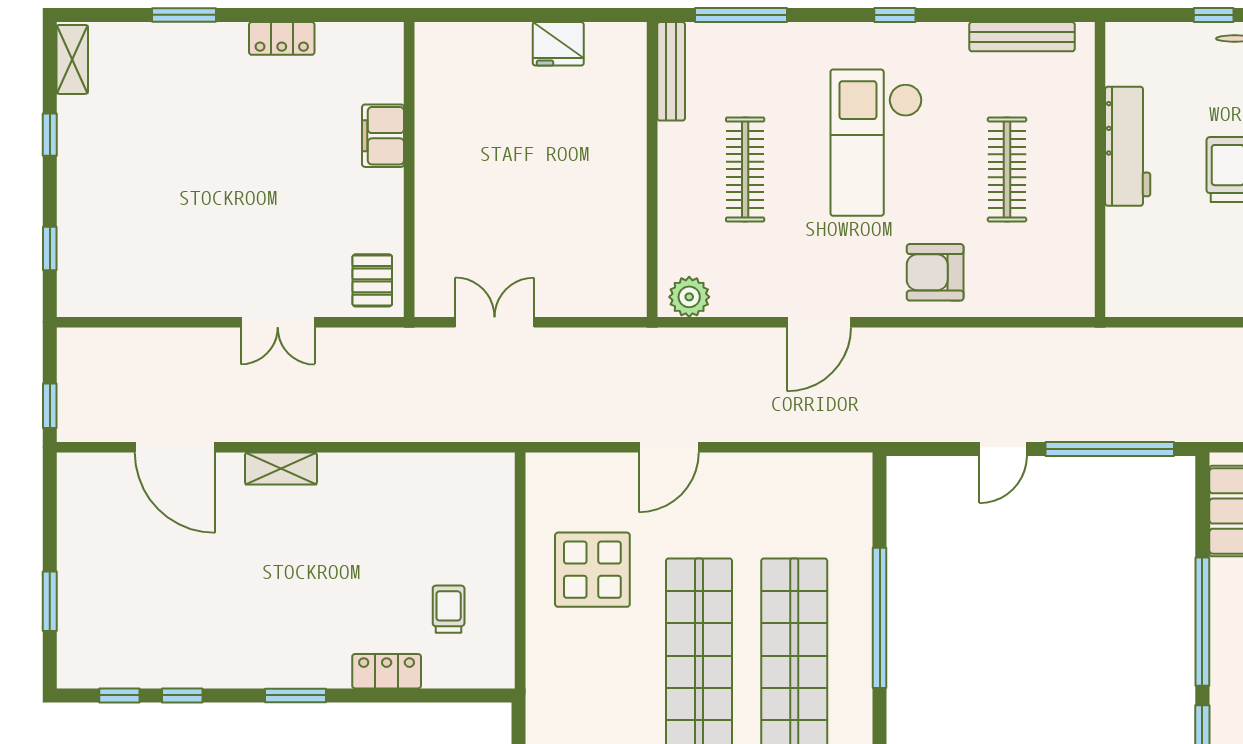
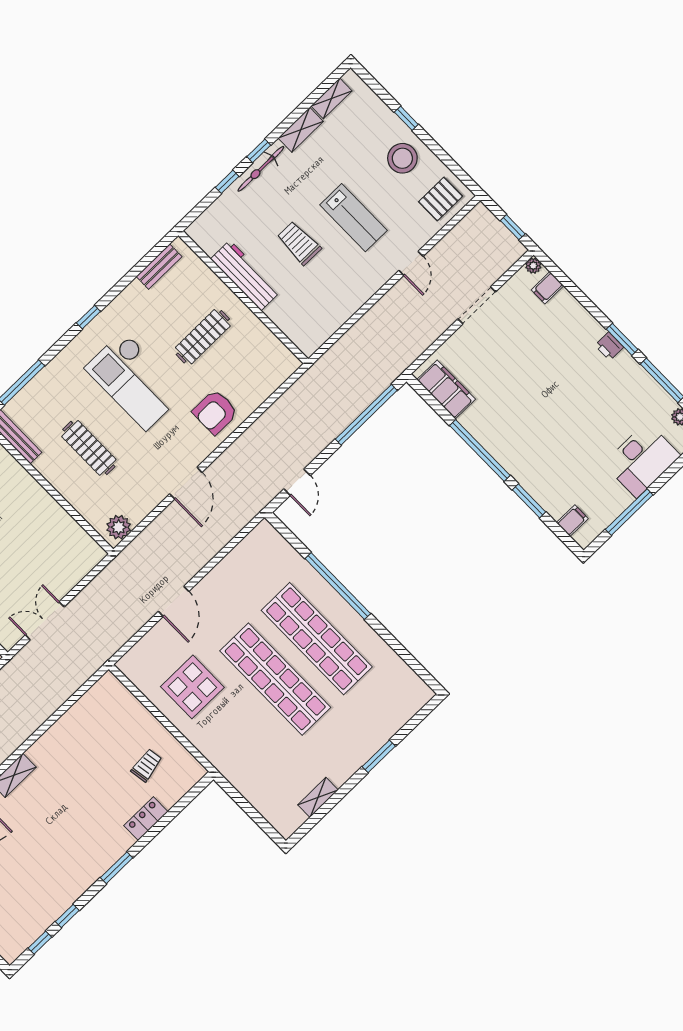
bench: (1022, 37) -> (159, 267), width x0.73
clothes rail: (1007, 169) -> (203, 337), turned 90
door: (1003, 449) -> (297, 482), moved
trolley: (449, 609) -> (147, 765), turned 81

